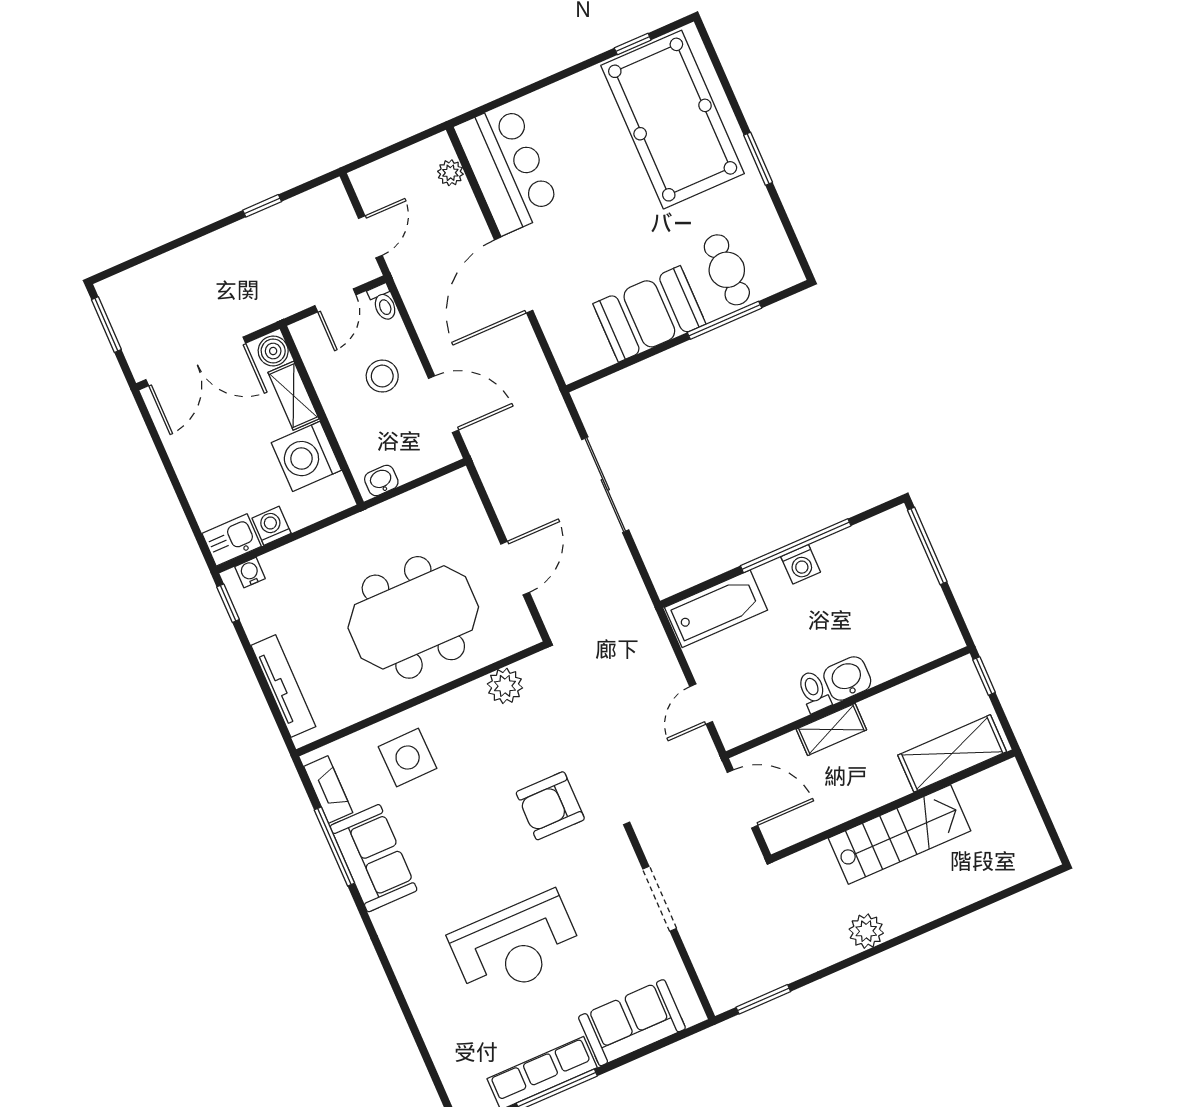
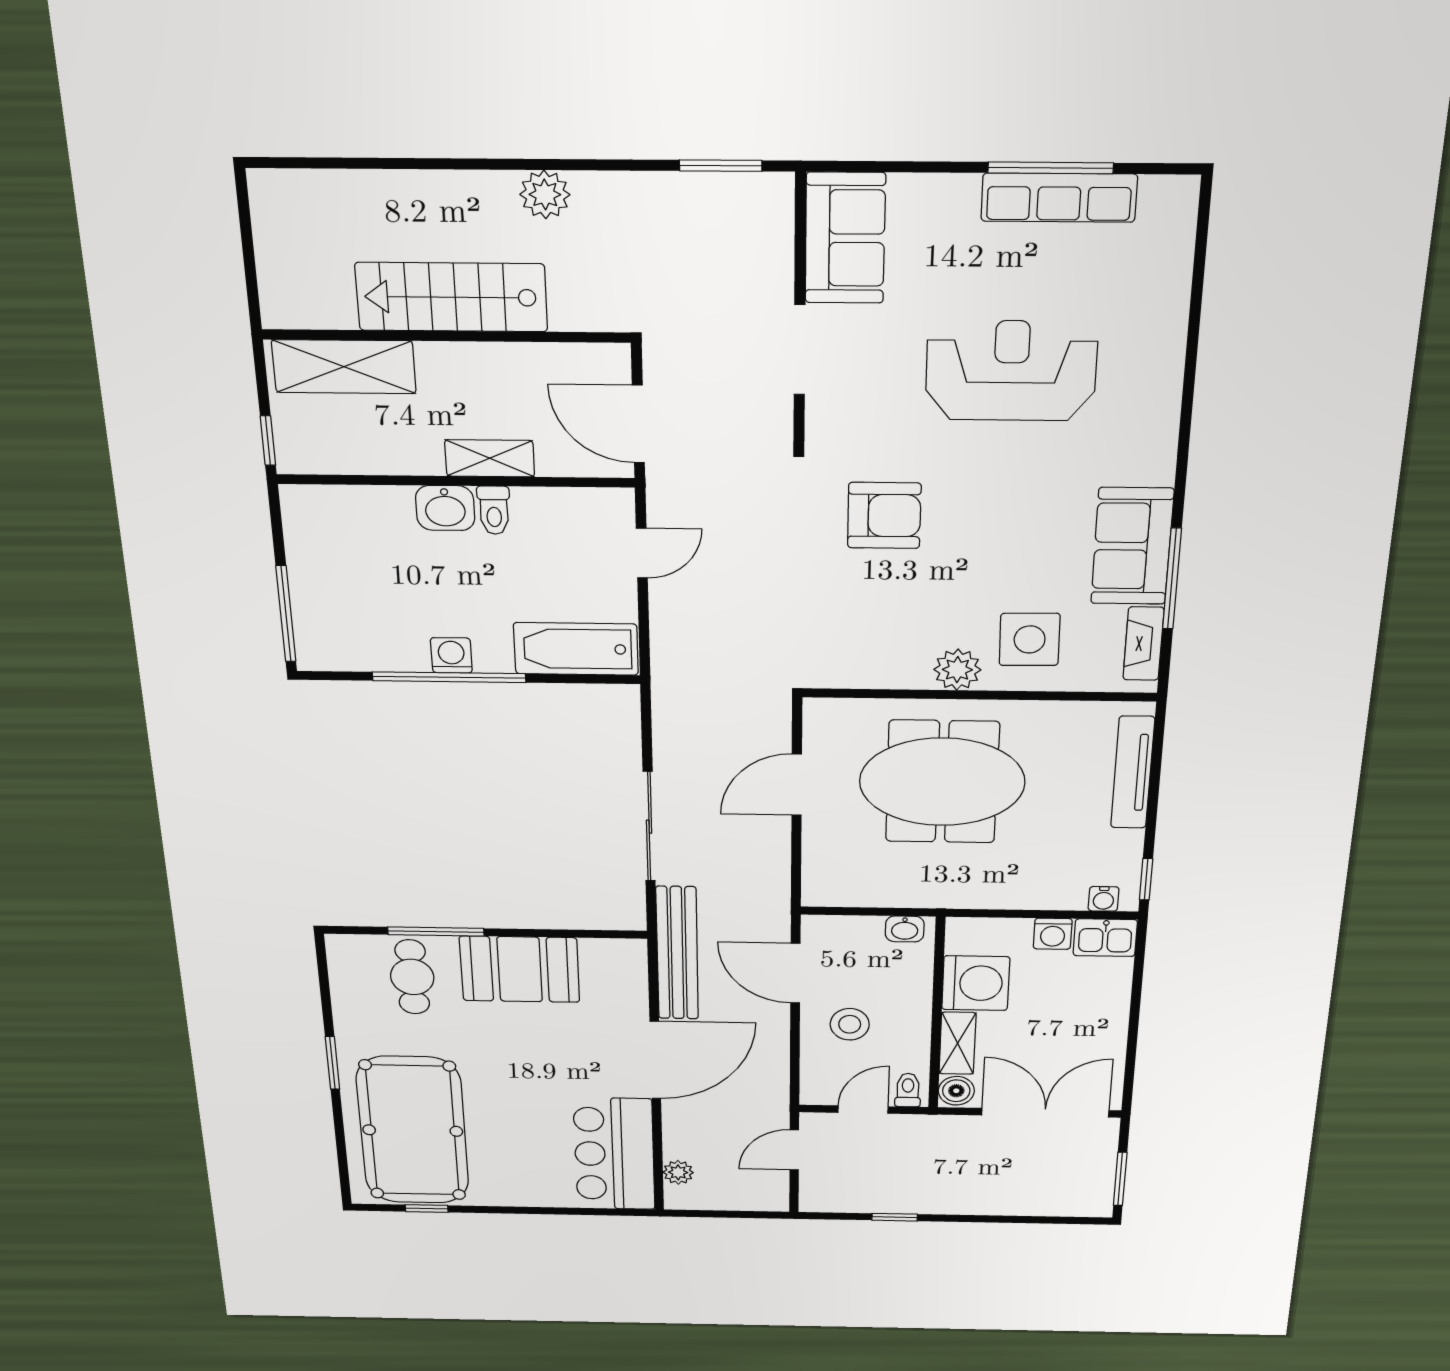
toilet: (383, 303) -> (908, 1090), moved
bench: (539, 382) -> (677, 953), added
plant: (505, 686) -> (957, 670), moved
sofa: (632, 1023) -> (845, 238), moved, turned -90

